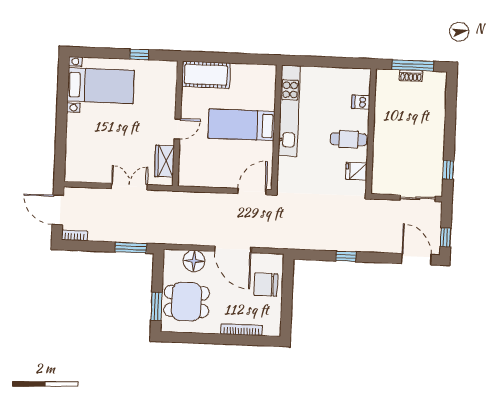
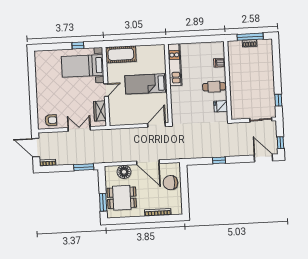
bed with nightstands: (101, 86) -> (83, 66), moved, turned 180
kitchen unit: (289, 111) -> (175, 65), width x0.73
armchair: (86, 169) -> (51, 120), added

